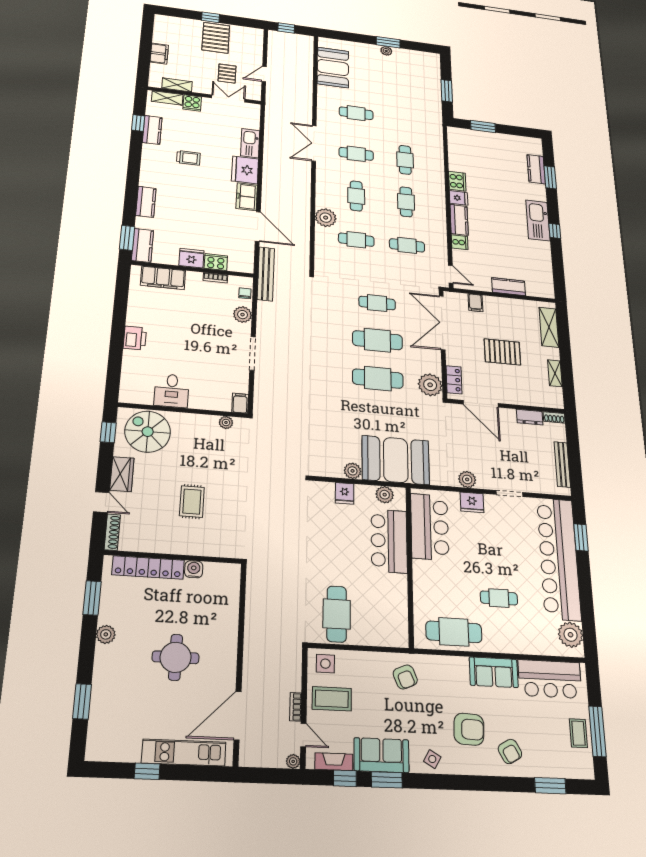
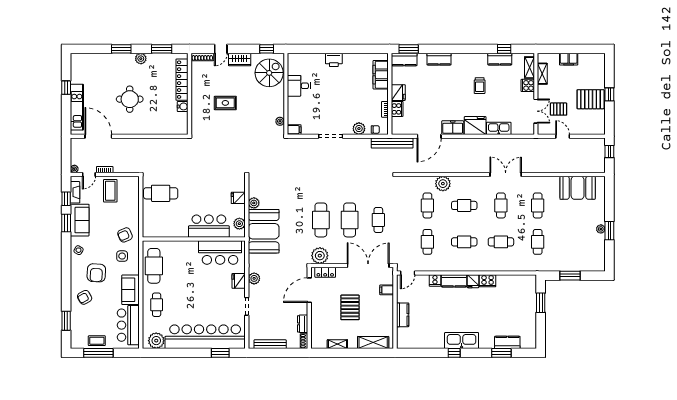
cafe table: (404, 119) -> (538, 242), added
cafe table: (499, 598) -> (157, 305), moved
side table: (325, 664) -> (122, 256), moved
window: (82, 701) -> (121, 49), moved

